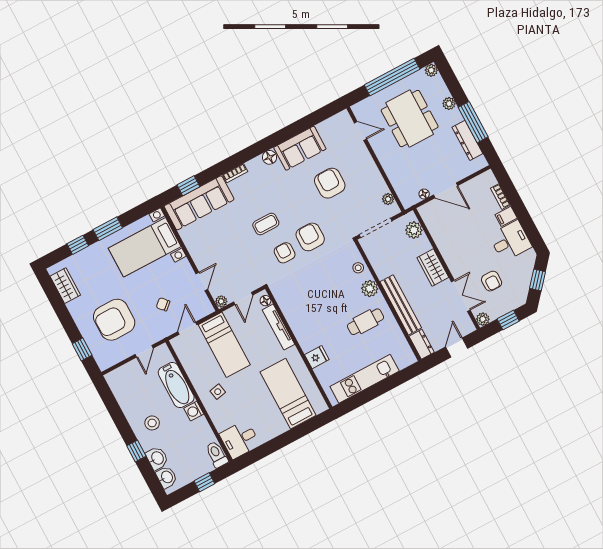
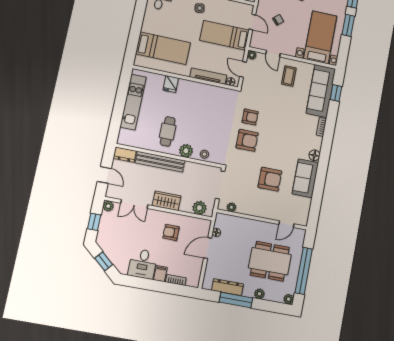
coffee table: (266, 224) -> (289, 76), moved
armchair: (492, 281) -> (171, 232), moved

